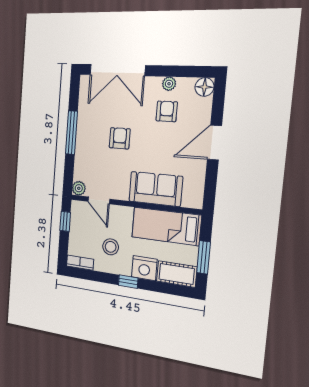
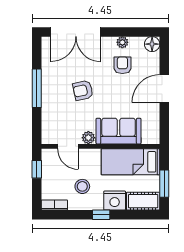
armchair: (120, 138) -> (83, 90), turned -102
plant: (79, 188) -> (88, 138), moved

